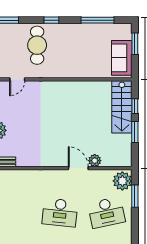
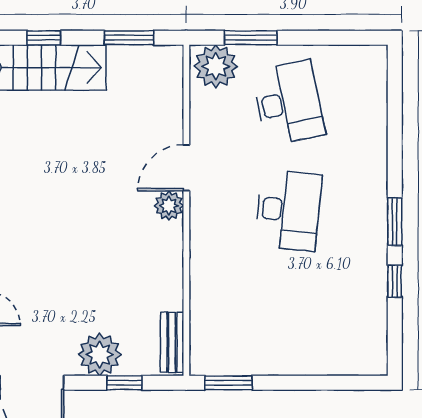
window: (135, 132) -> (129, 38), moved
plant: (95, 161) -> (169, 206), moved

